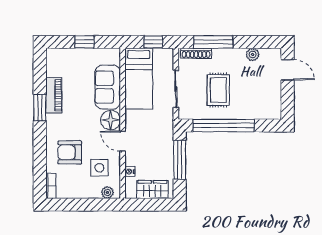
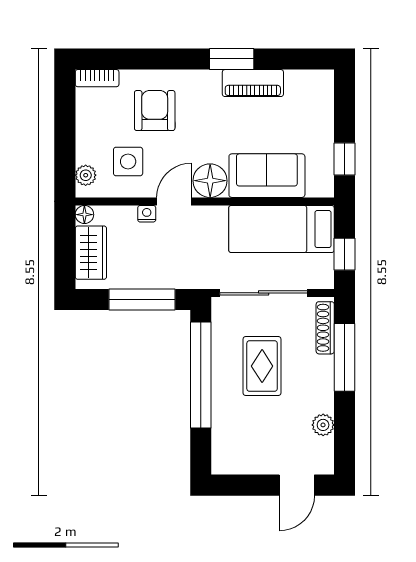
window: (84, 42) -> (345, 159), moved
sliding door: (176, 89) -> (264, 293), width x1.37
rug: (218, 90) -> (262, 366), turned 90
nightstand: (130, 172) -> (147, 214), moved
floor lamp: (130, 193) -> (84, 215), added

